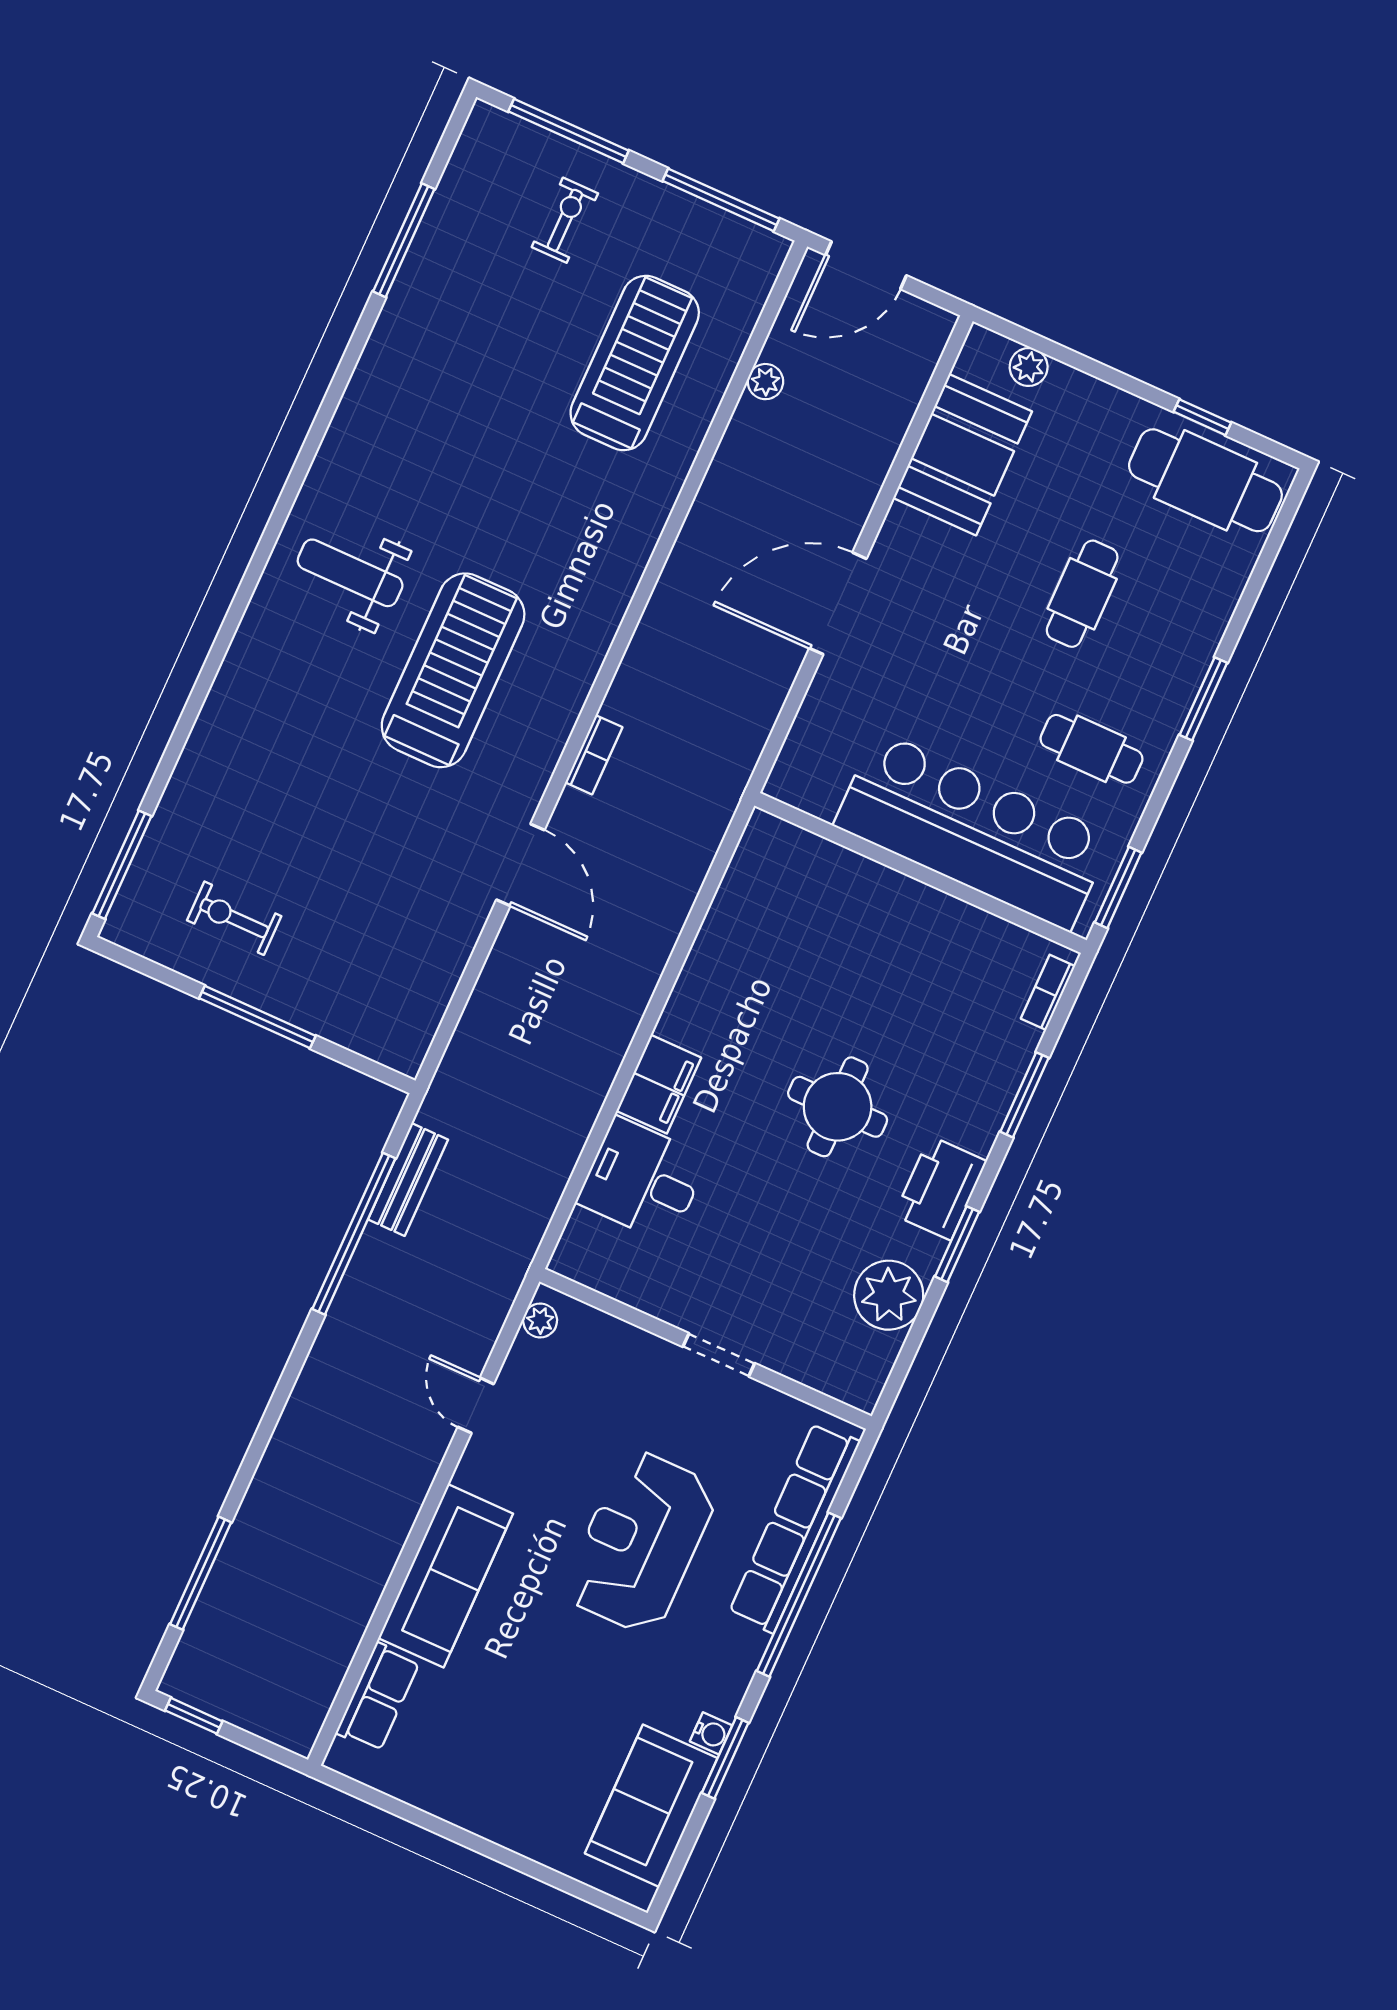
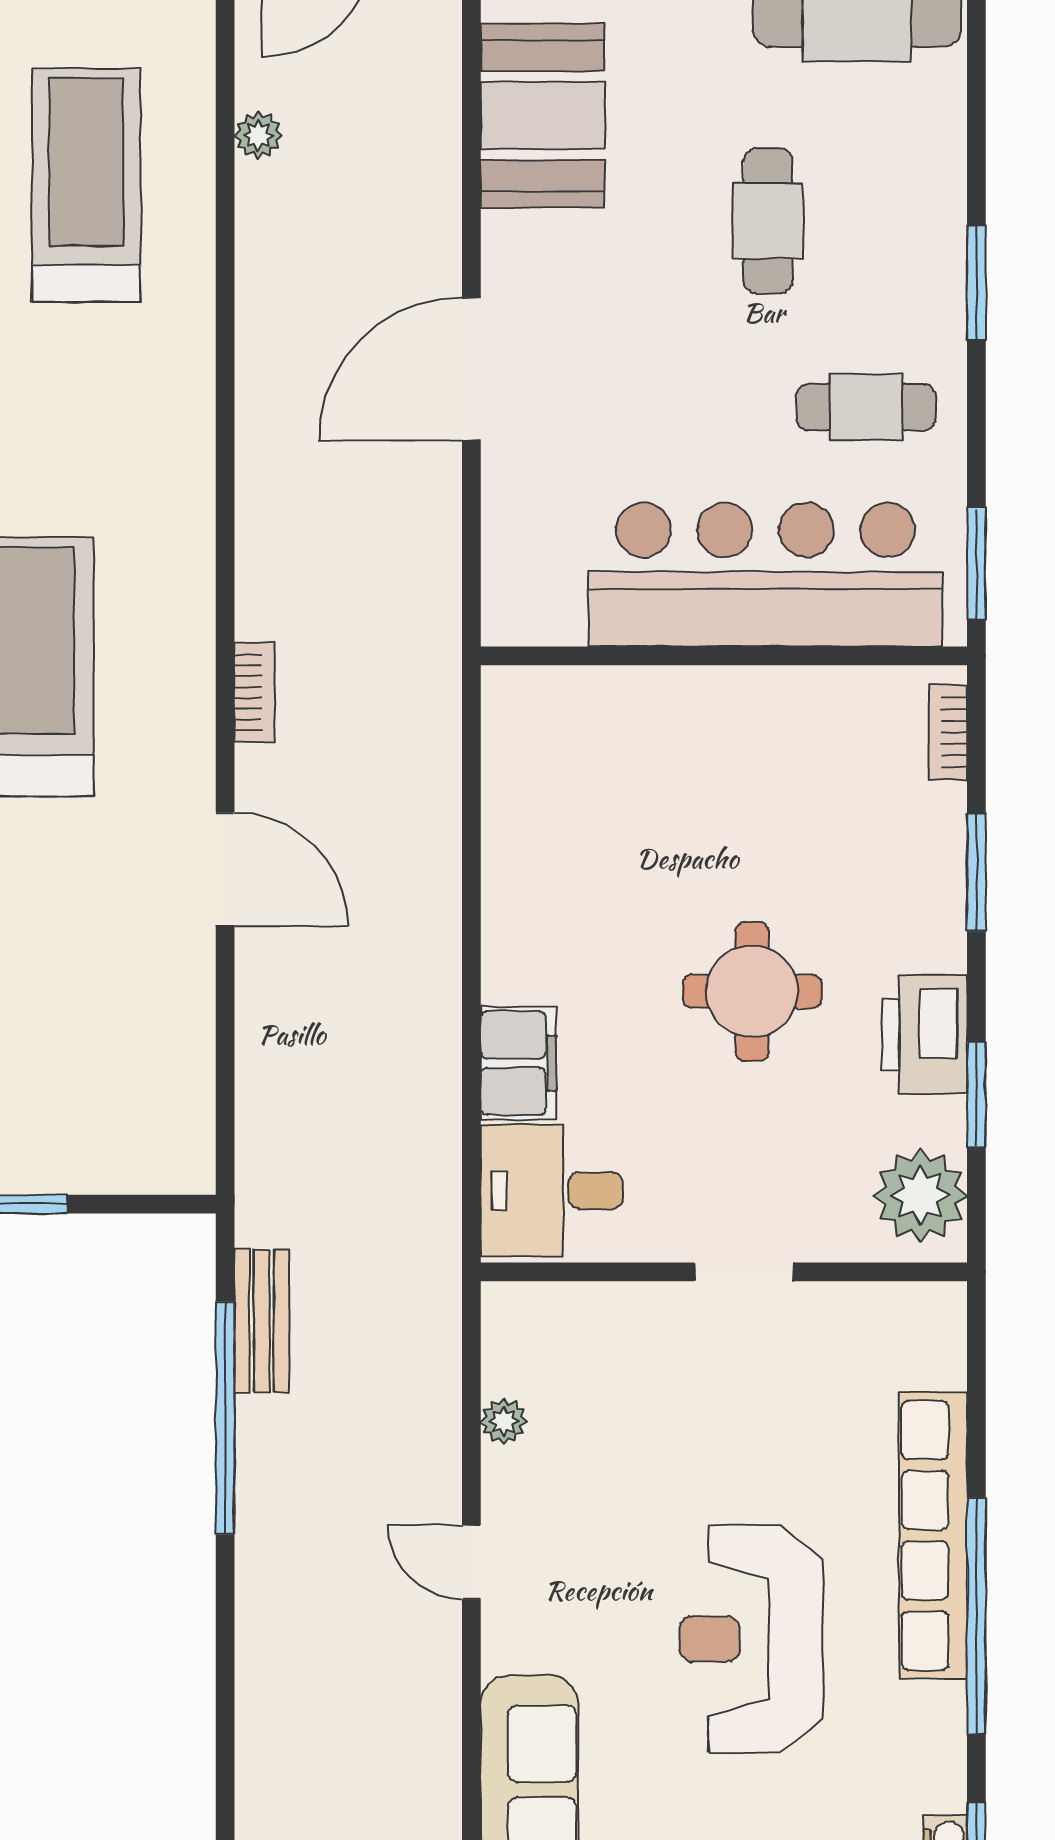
wall: (706, 1349) -> (724, 1272), moved
doorway: (719, 1355) -> (744, 1272), moved

